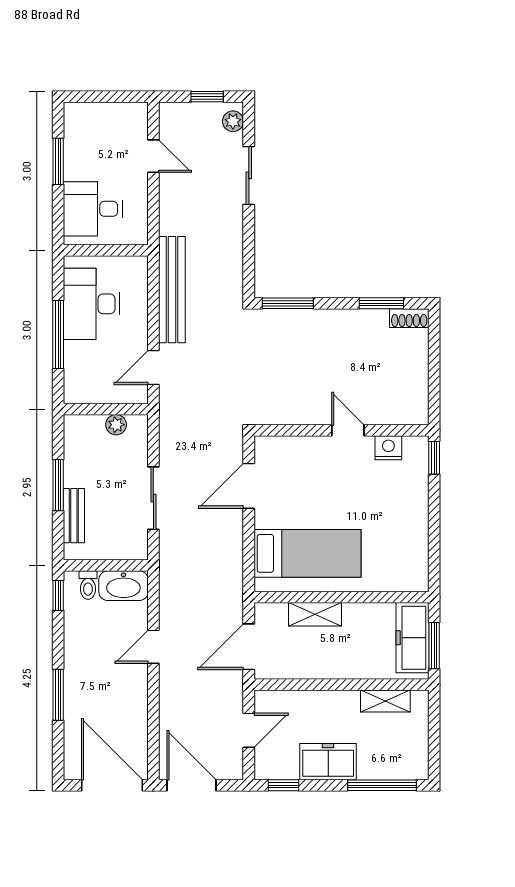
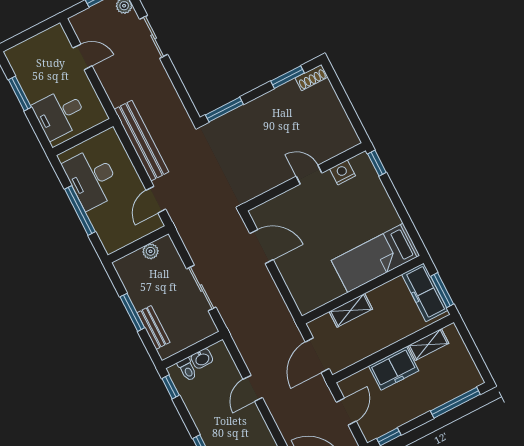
door: (249, 486) -> (261, 247), swing flipped
bed: (307, 553) -> (376, 258), moved, turned 180
washbasin: (123, 586) -> (202, 358), width x0.52, depth x0.69
freezer: (328, 762) -> (394, 368), moved, turned 180

